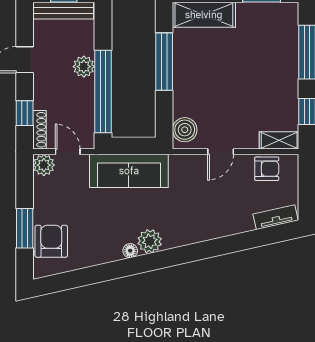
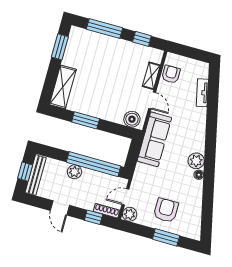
window: (164, 62) -> (86, 120), width x0.69
shelving: (279, 140) -> (151, 76), moved
sofa: (129, 171) -> (154, 139), moved
tv unit: (276, 217) -> (202, 93), moved
armchair: (51, 241) -> (166, 210), moved, turned 90

